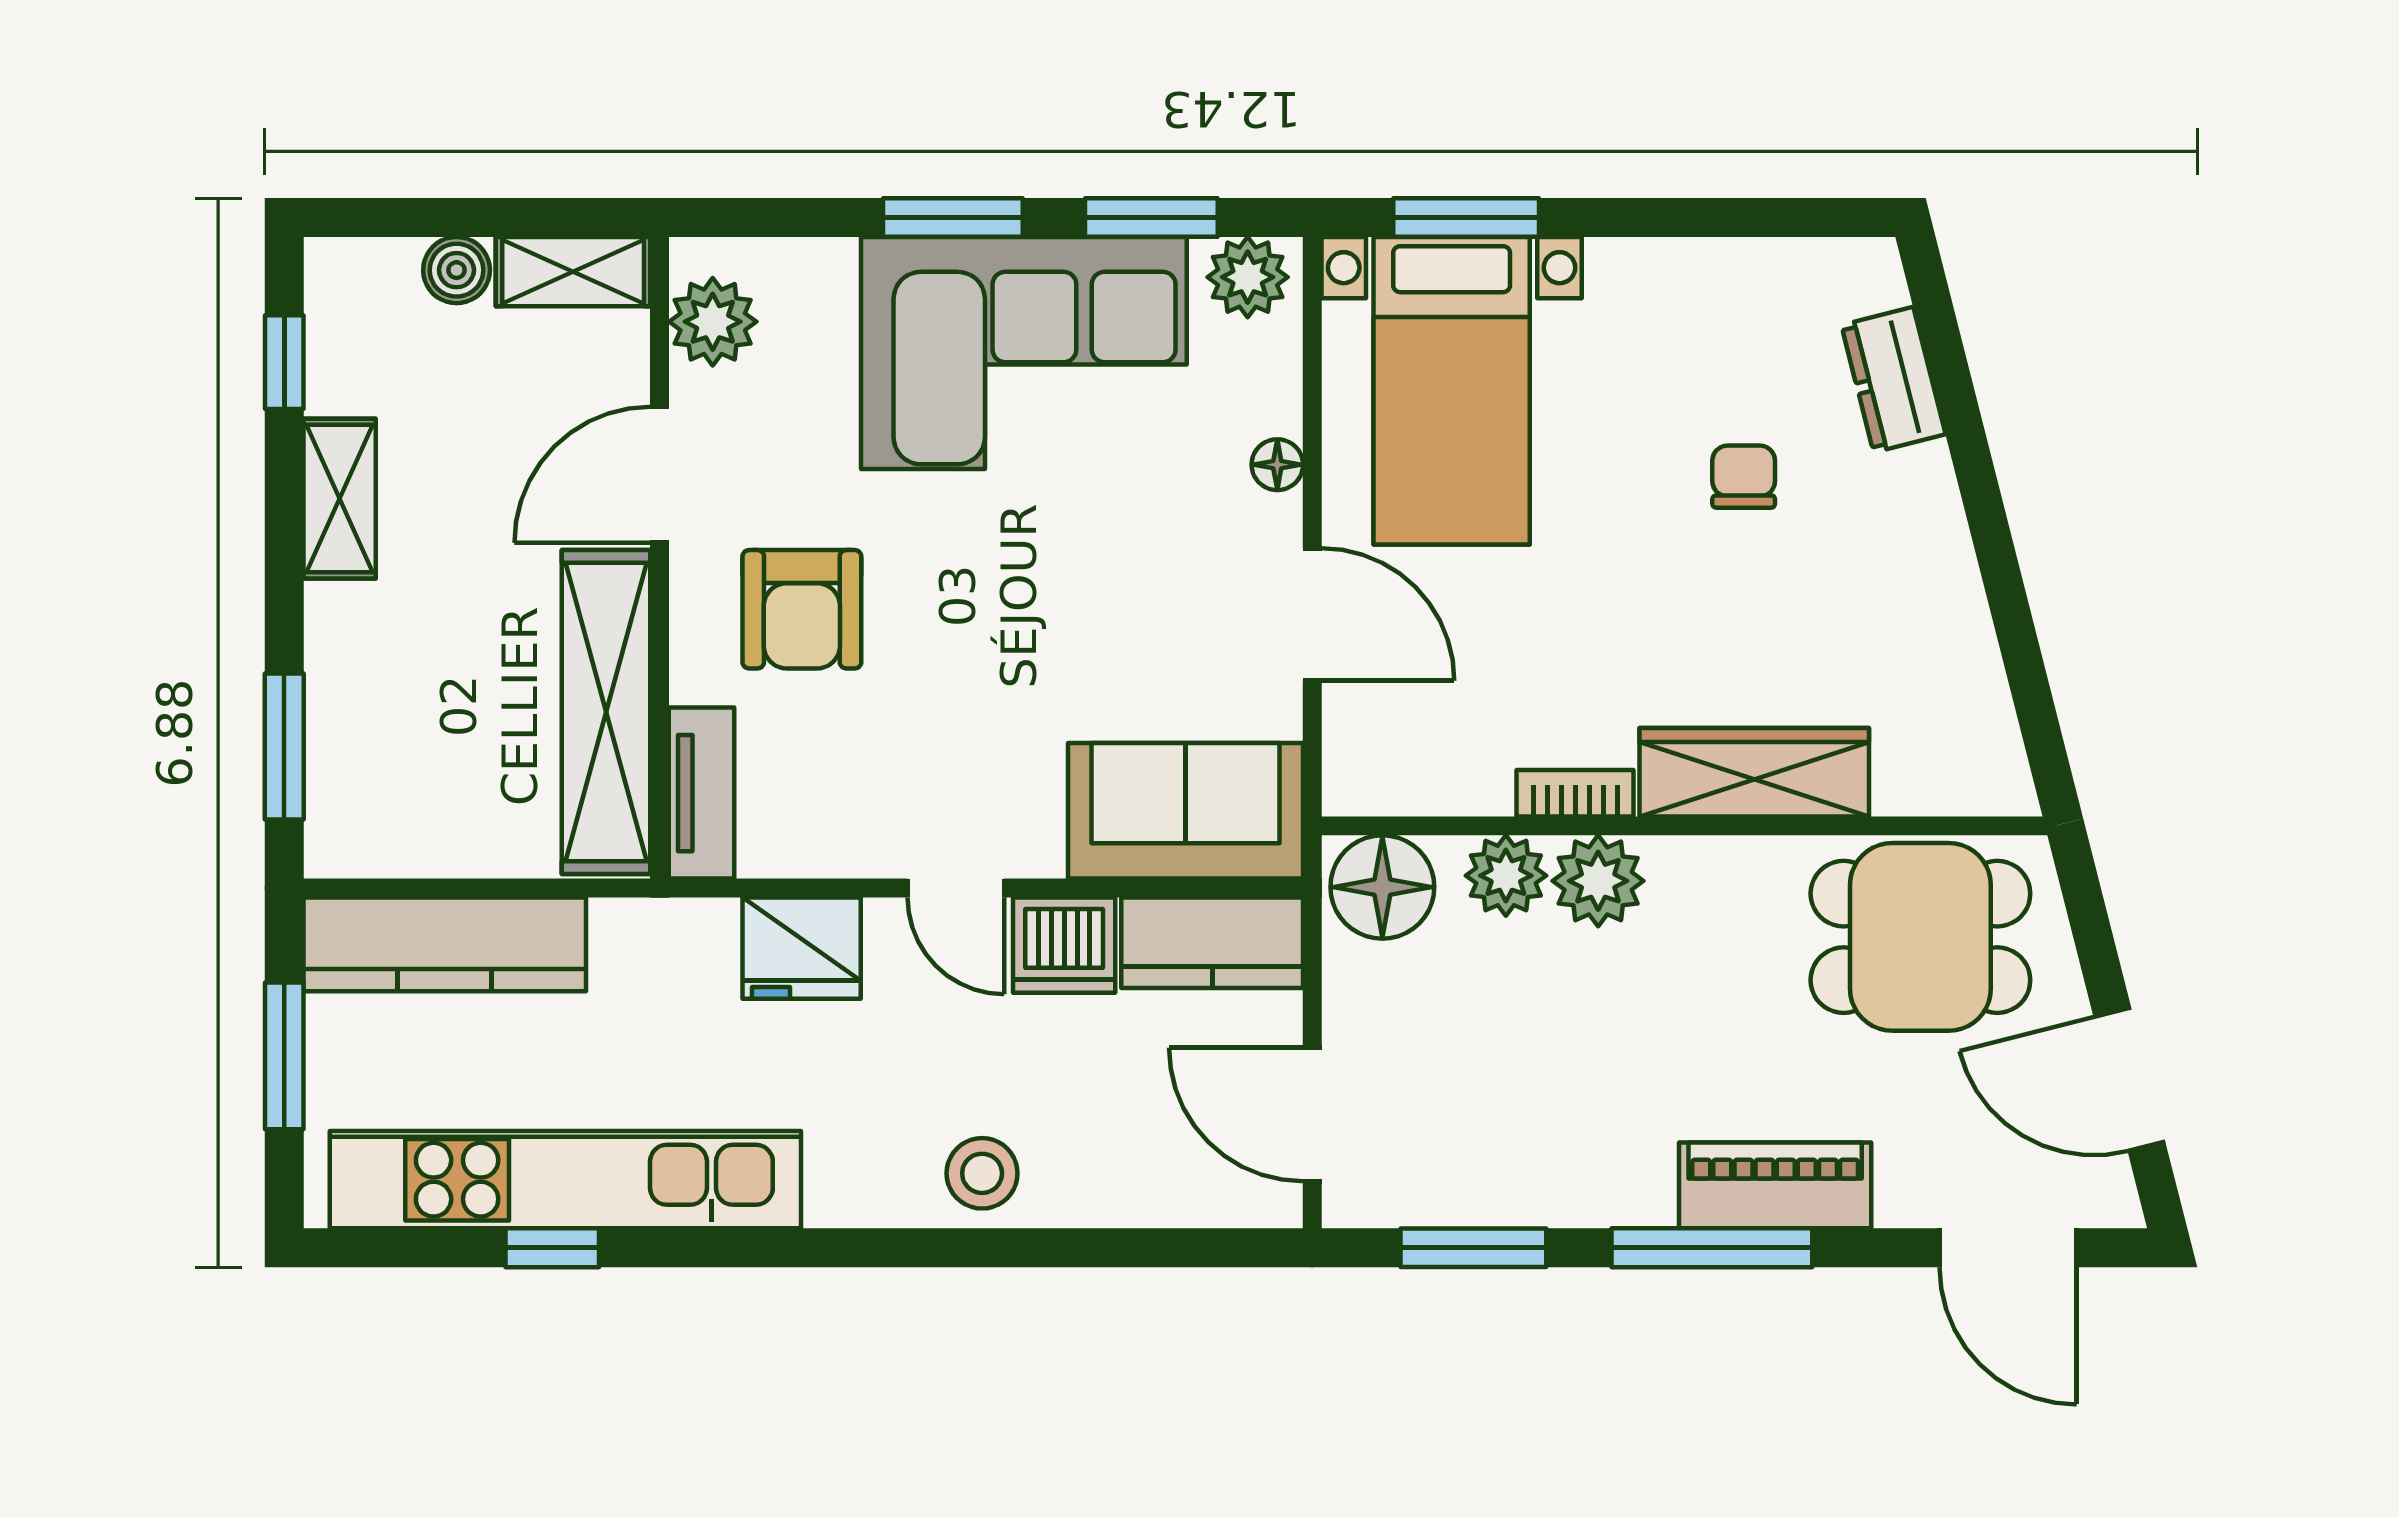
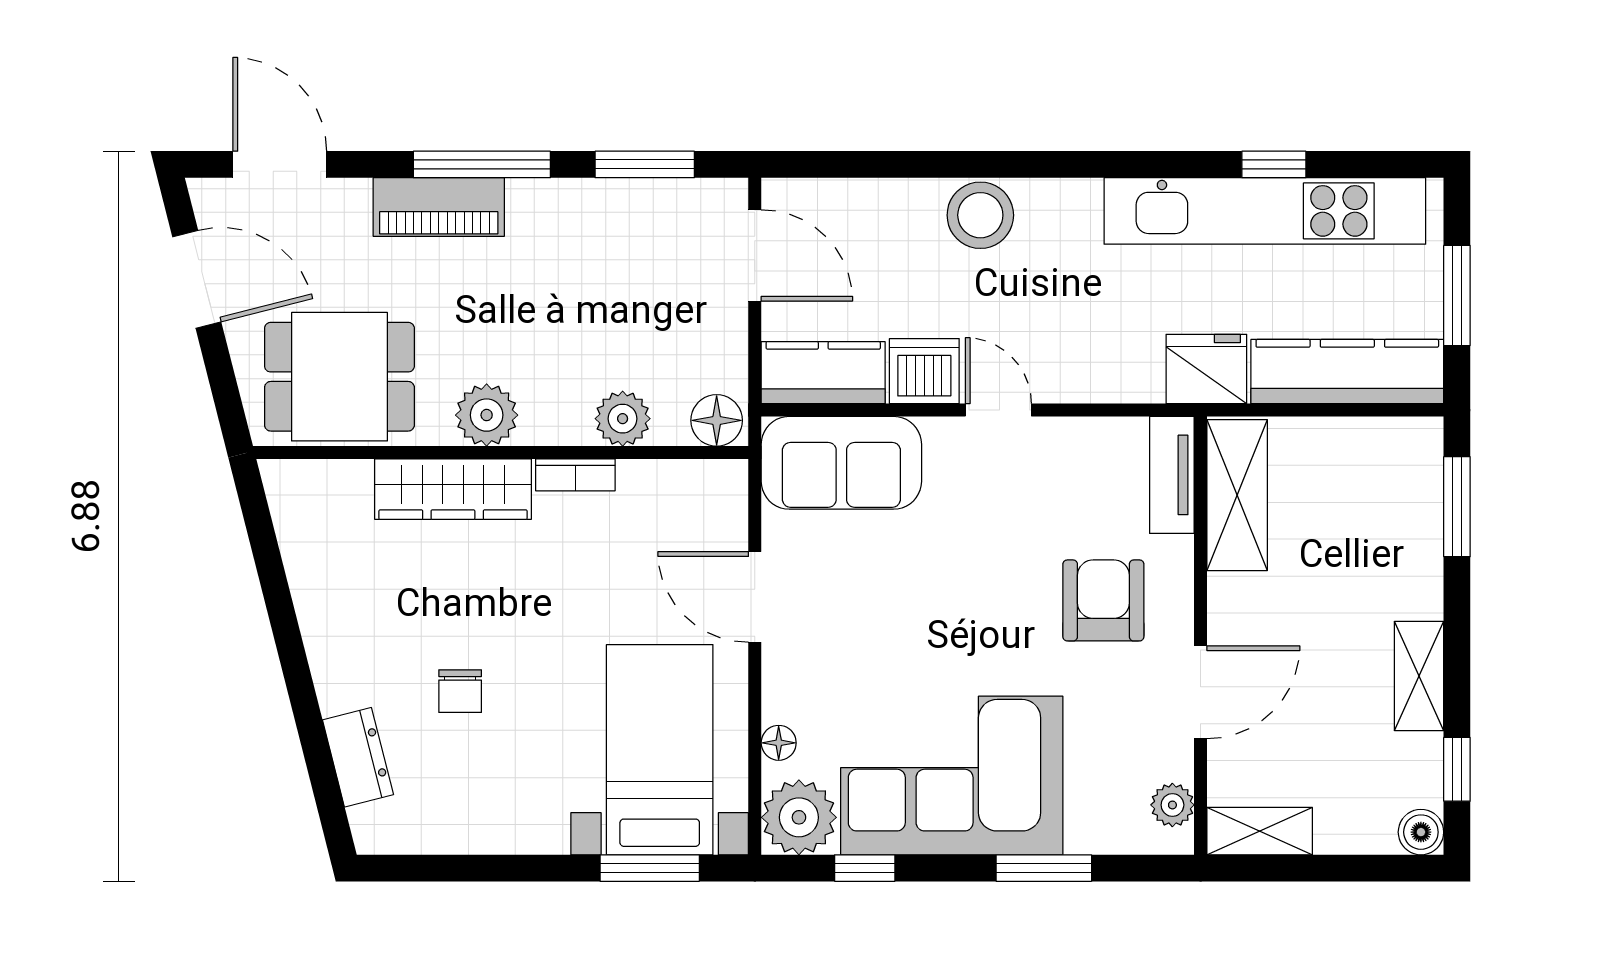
window: (953, 217) -> (1044, 868), moved
window: (1151, 217) -> (865, 868), width x0.67
boiler: (457, 270) -> (1421, 832), moved
plant: (1248, 277) -> (799, 817), width x1.36, depth x1.36
plant: (713, 322) -> (1172, 805), width x0.73, depth x0.73
floor lamp: (1277, 465) -> (779, 743), moved
shelving: (606, 712) -> (1237, 495), width x0.68
plant: (1598, 881) -> (487, 415), moved
floor lamp: (1382, 887) -> (717, 420), width x0.73, depth x0.73
fridge: (802, 948) -> (1206, 369), moved
stool: (982, 1173) -> (980, 215), width x1.38, depth x1.38

